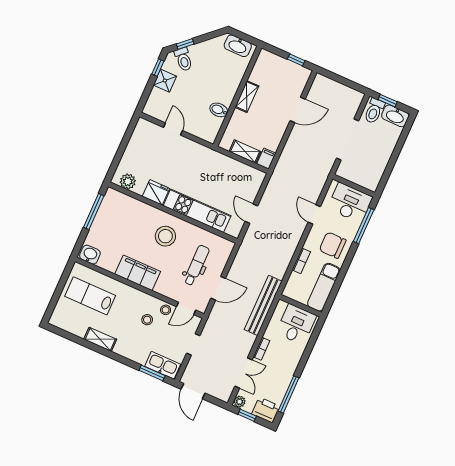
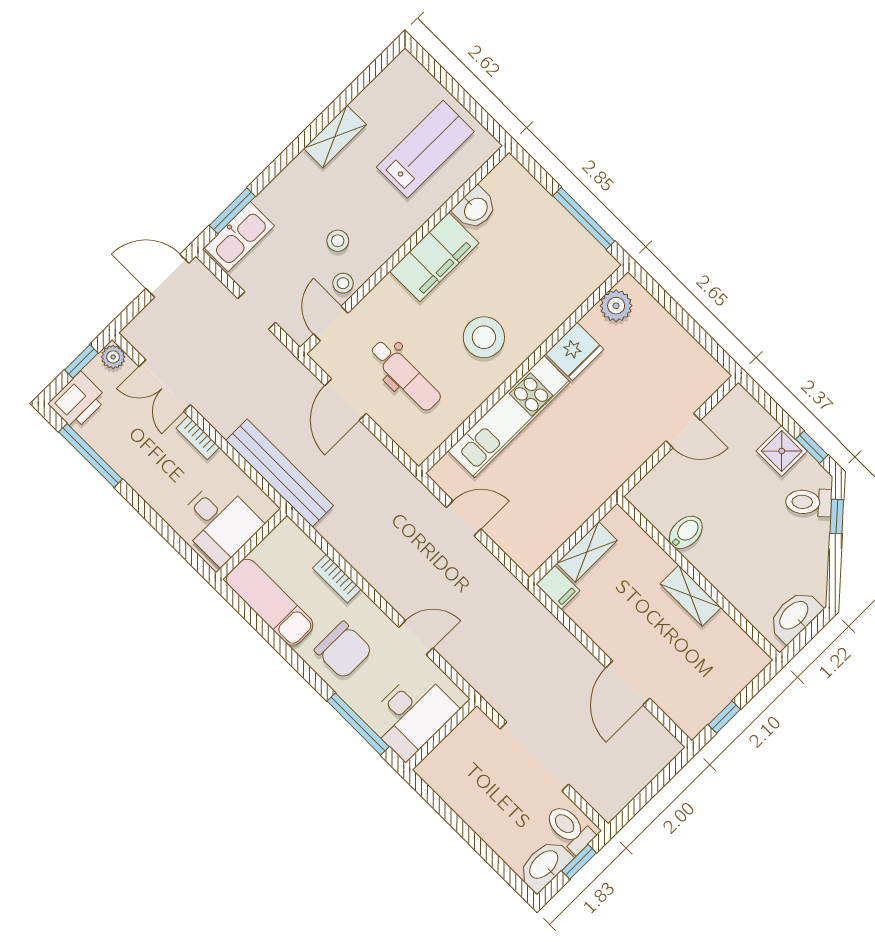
chair: (333, 245) -> (343, 650), turned 90
washbasin: (90, 255) -> (475, 209), moved

